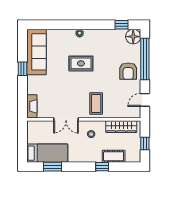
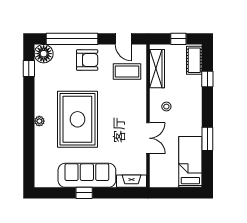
sofa: (37, 52) -> (87, 175), moved
rug: (81, 63) -> (77, 119), width x1.86, depth x2.06
coffee table: (96, 104) -> (127, 71), moved
cot: (114, 156) -> (194, 60), moved
window: (53, 167) -> (207, 139), moved
window: (102, 167) -> (207, 79), moved

